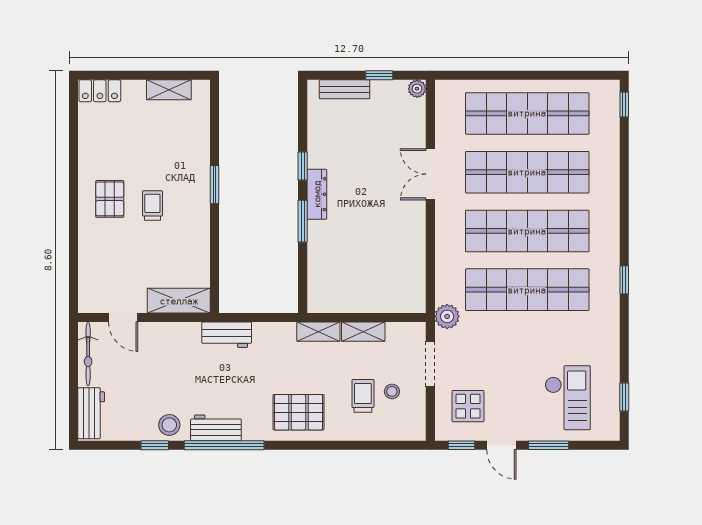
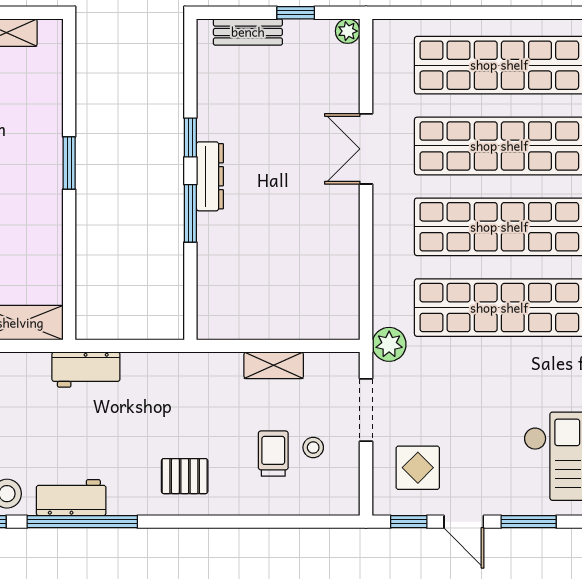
shelving: (318, 332) -> (212, 365), removed
pallet: (298, 412) -> (185, 476), width x0.67, depth x0.71

